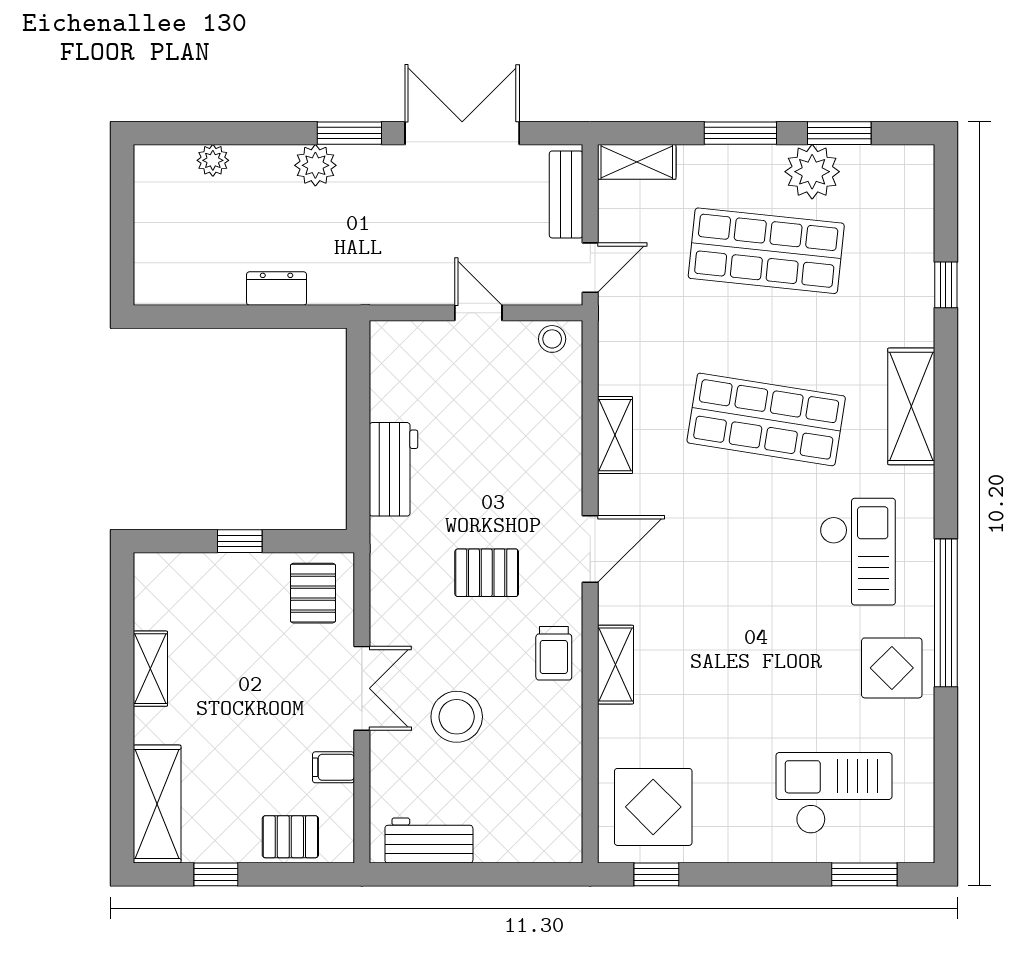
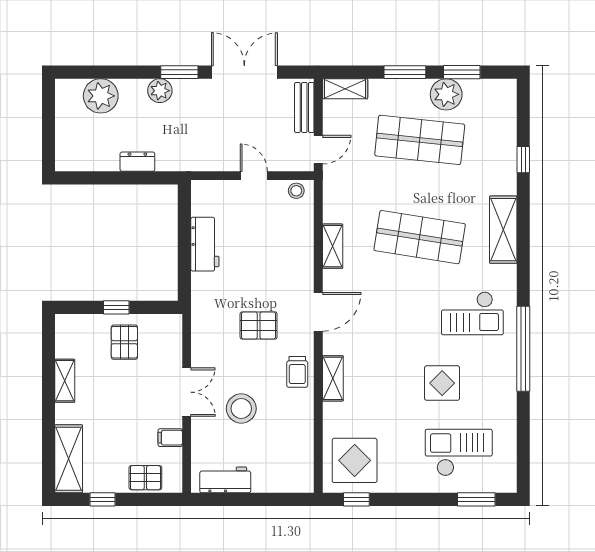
plant: (213, 160) -> (101, 96), width x1.87, depth x1.87
workbench: (394, 469) -> (205, 244), moved
checkout: (858, 552) -> (472, 313), turned 90
pallet: (313, 593) -> (124, 342), moved
display table: (892, 668) -> (442, 383), moved

